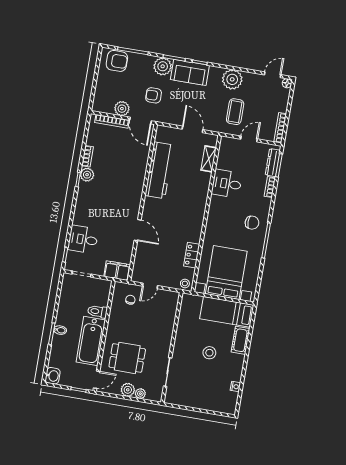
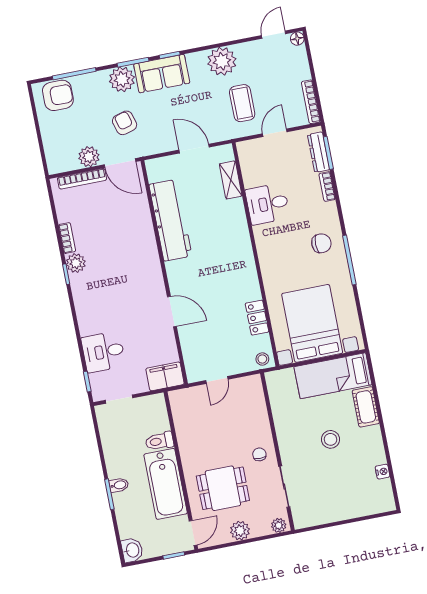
armchair: (154, 95) -> (125, 123), turned 74
chair: (130, 300) -> (259, 454), moved
plant: (140, 394) -> (279, 525), moved

